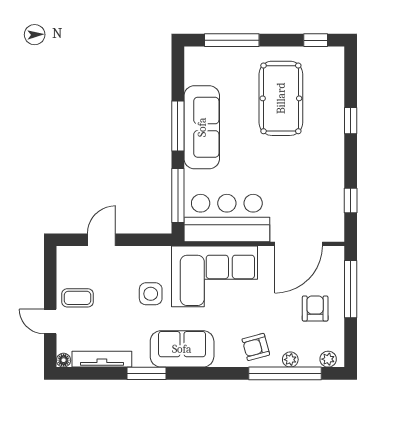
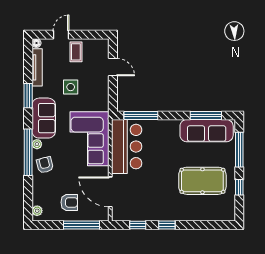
window: (316, 40) -> (239, 187), moved
window: (351, 121) -> (167, 225), moved
window: (178, 126) -> (206, 115), moved
sofa: (202, 127) -> (207, 131), moved
side table: (151, 294) -> (71, 87), moved
plant: (290, 360) -> (37, 144), moved
window: (285, 373) -> (28, 152), moved

